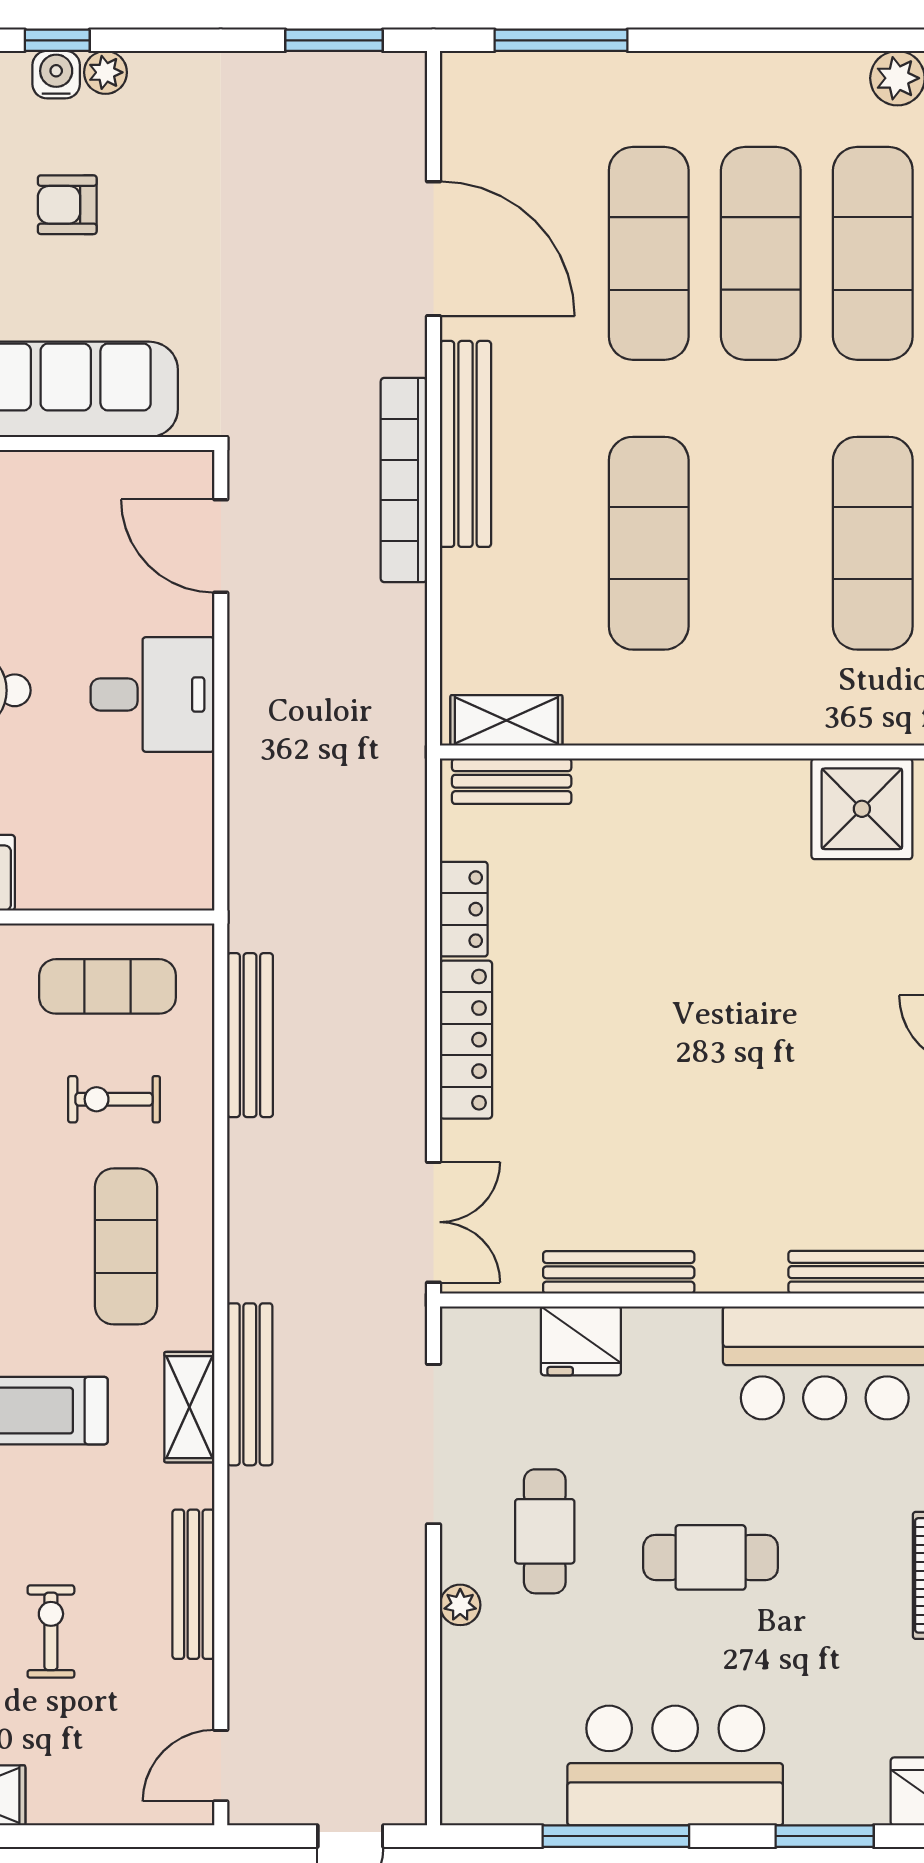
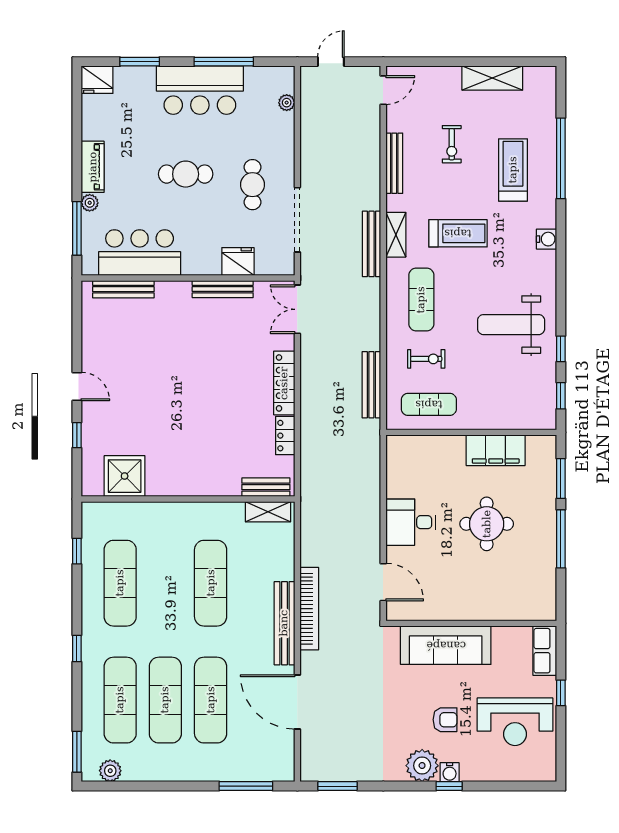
plant: (106, 72) -> (422, 766), width x1.87, depth x1.87
plant: (460, 1605) -> (287, 103), moved

